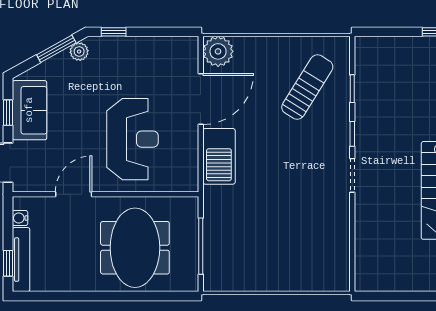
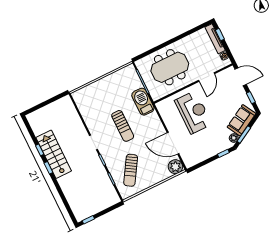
door: (201, 99) -> (173, 143), hinge flipped
sofa: (29, 110) -> (241, 120), moved, turned 61
reception desk: (133, 139) -> (193, 112), turned 180
barbecue: (219, 156) -> (143, 102), moved
sun lounger: (281, 180) -> (123, 126), added
meeting table: (135, 248) -> (170, 67), turned 90

